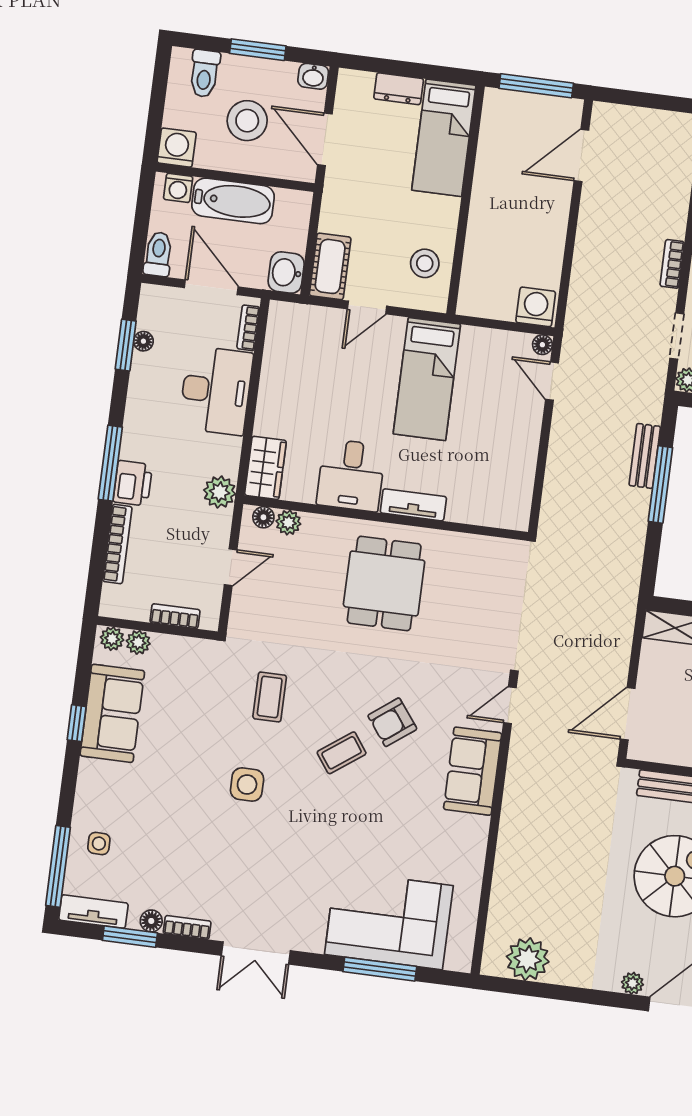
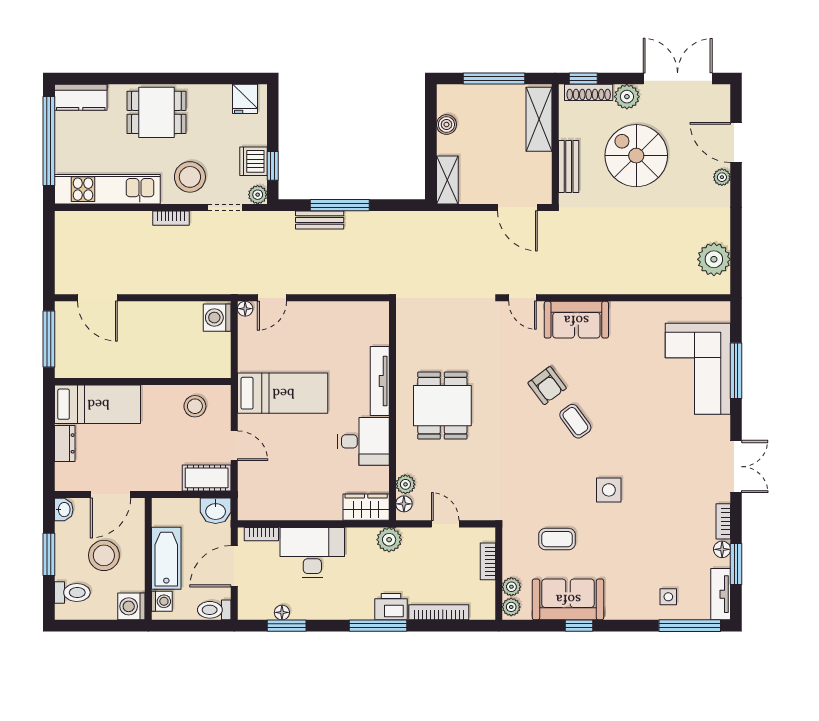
tv unit: (413, 505) -> (380, 381), width x1.41
dining table: (384, 583) -> (442, 406), turned 90
coffee table: (270, 697) -> (557, 539), moved

